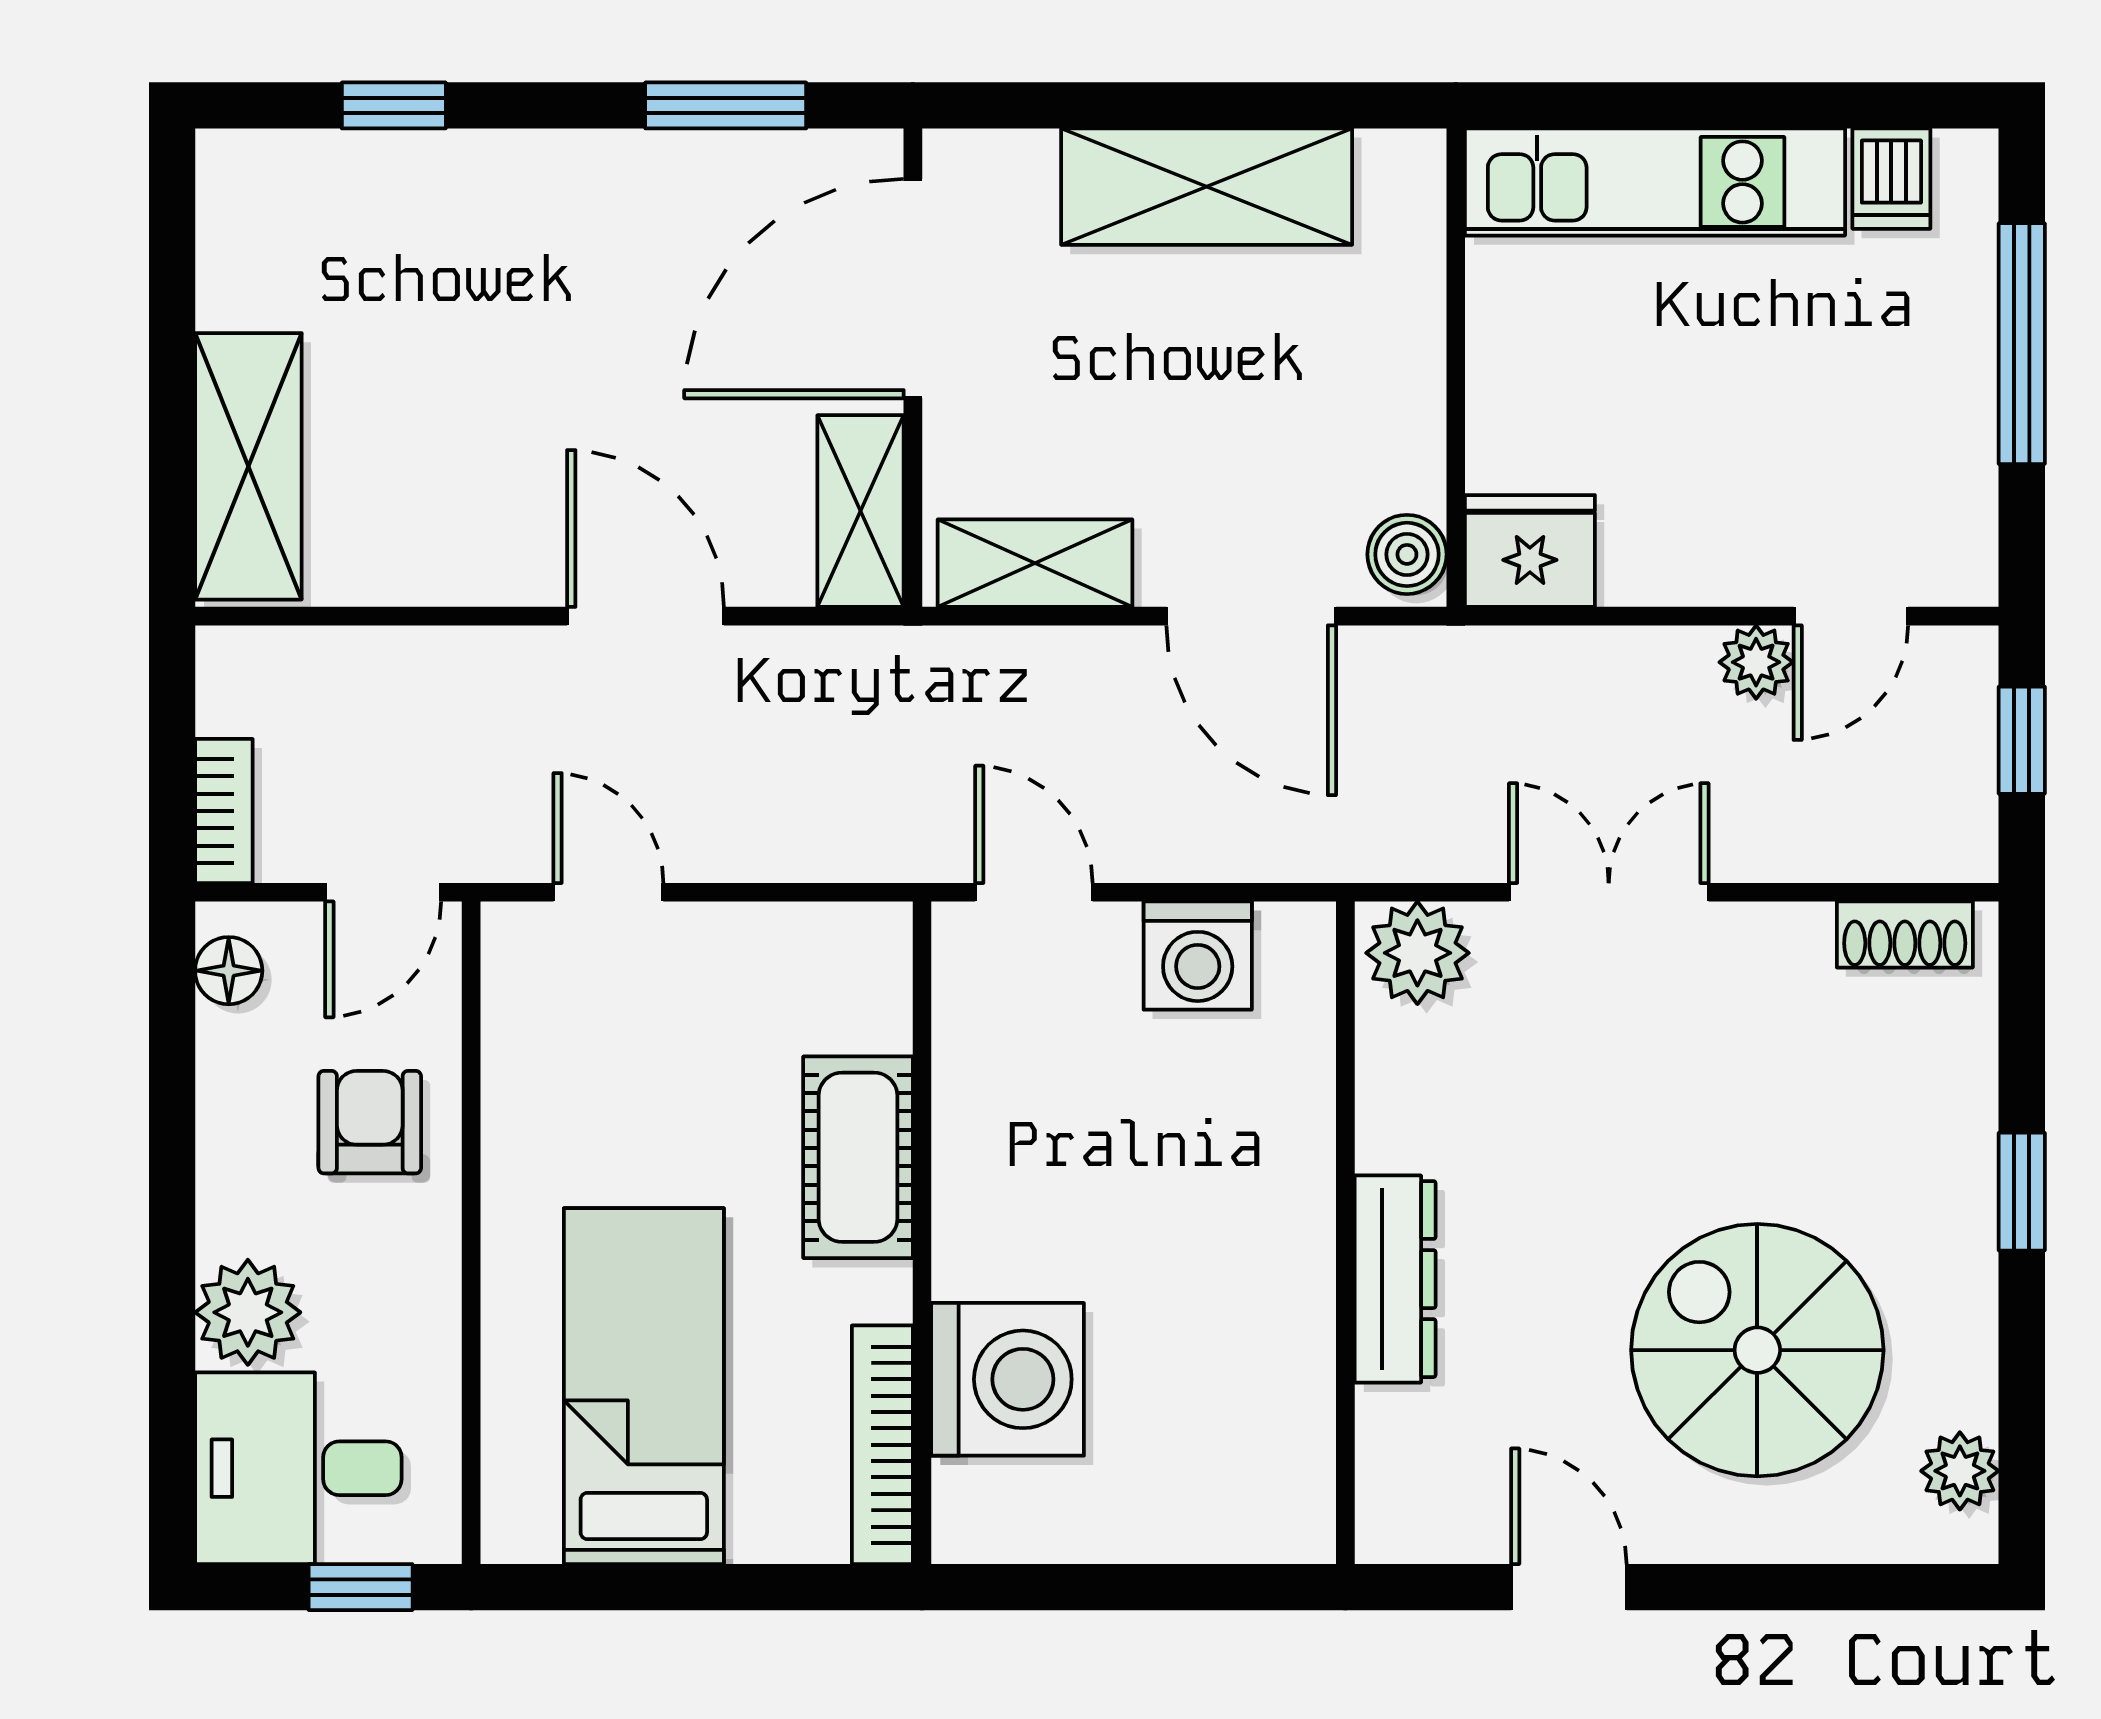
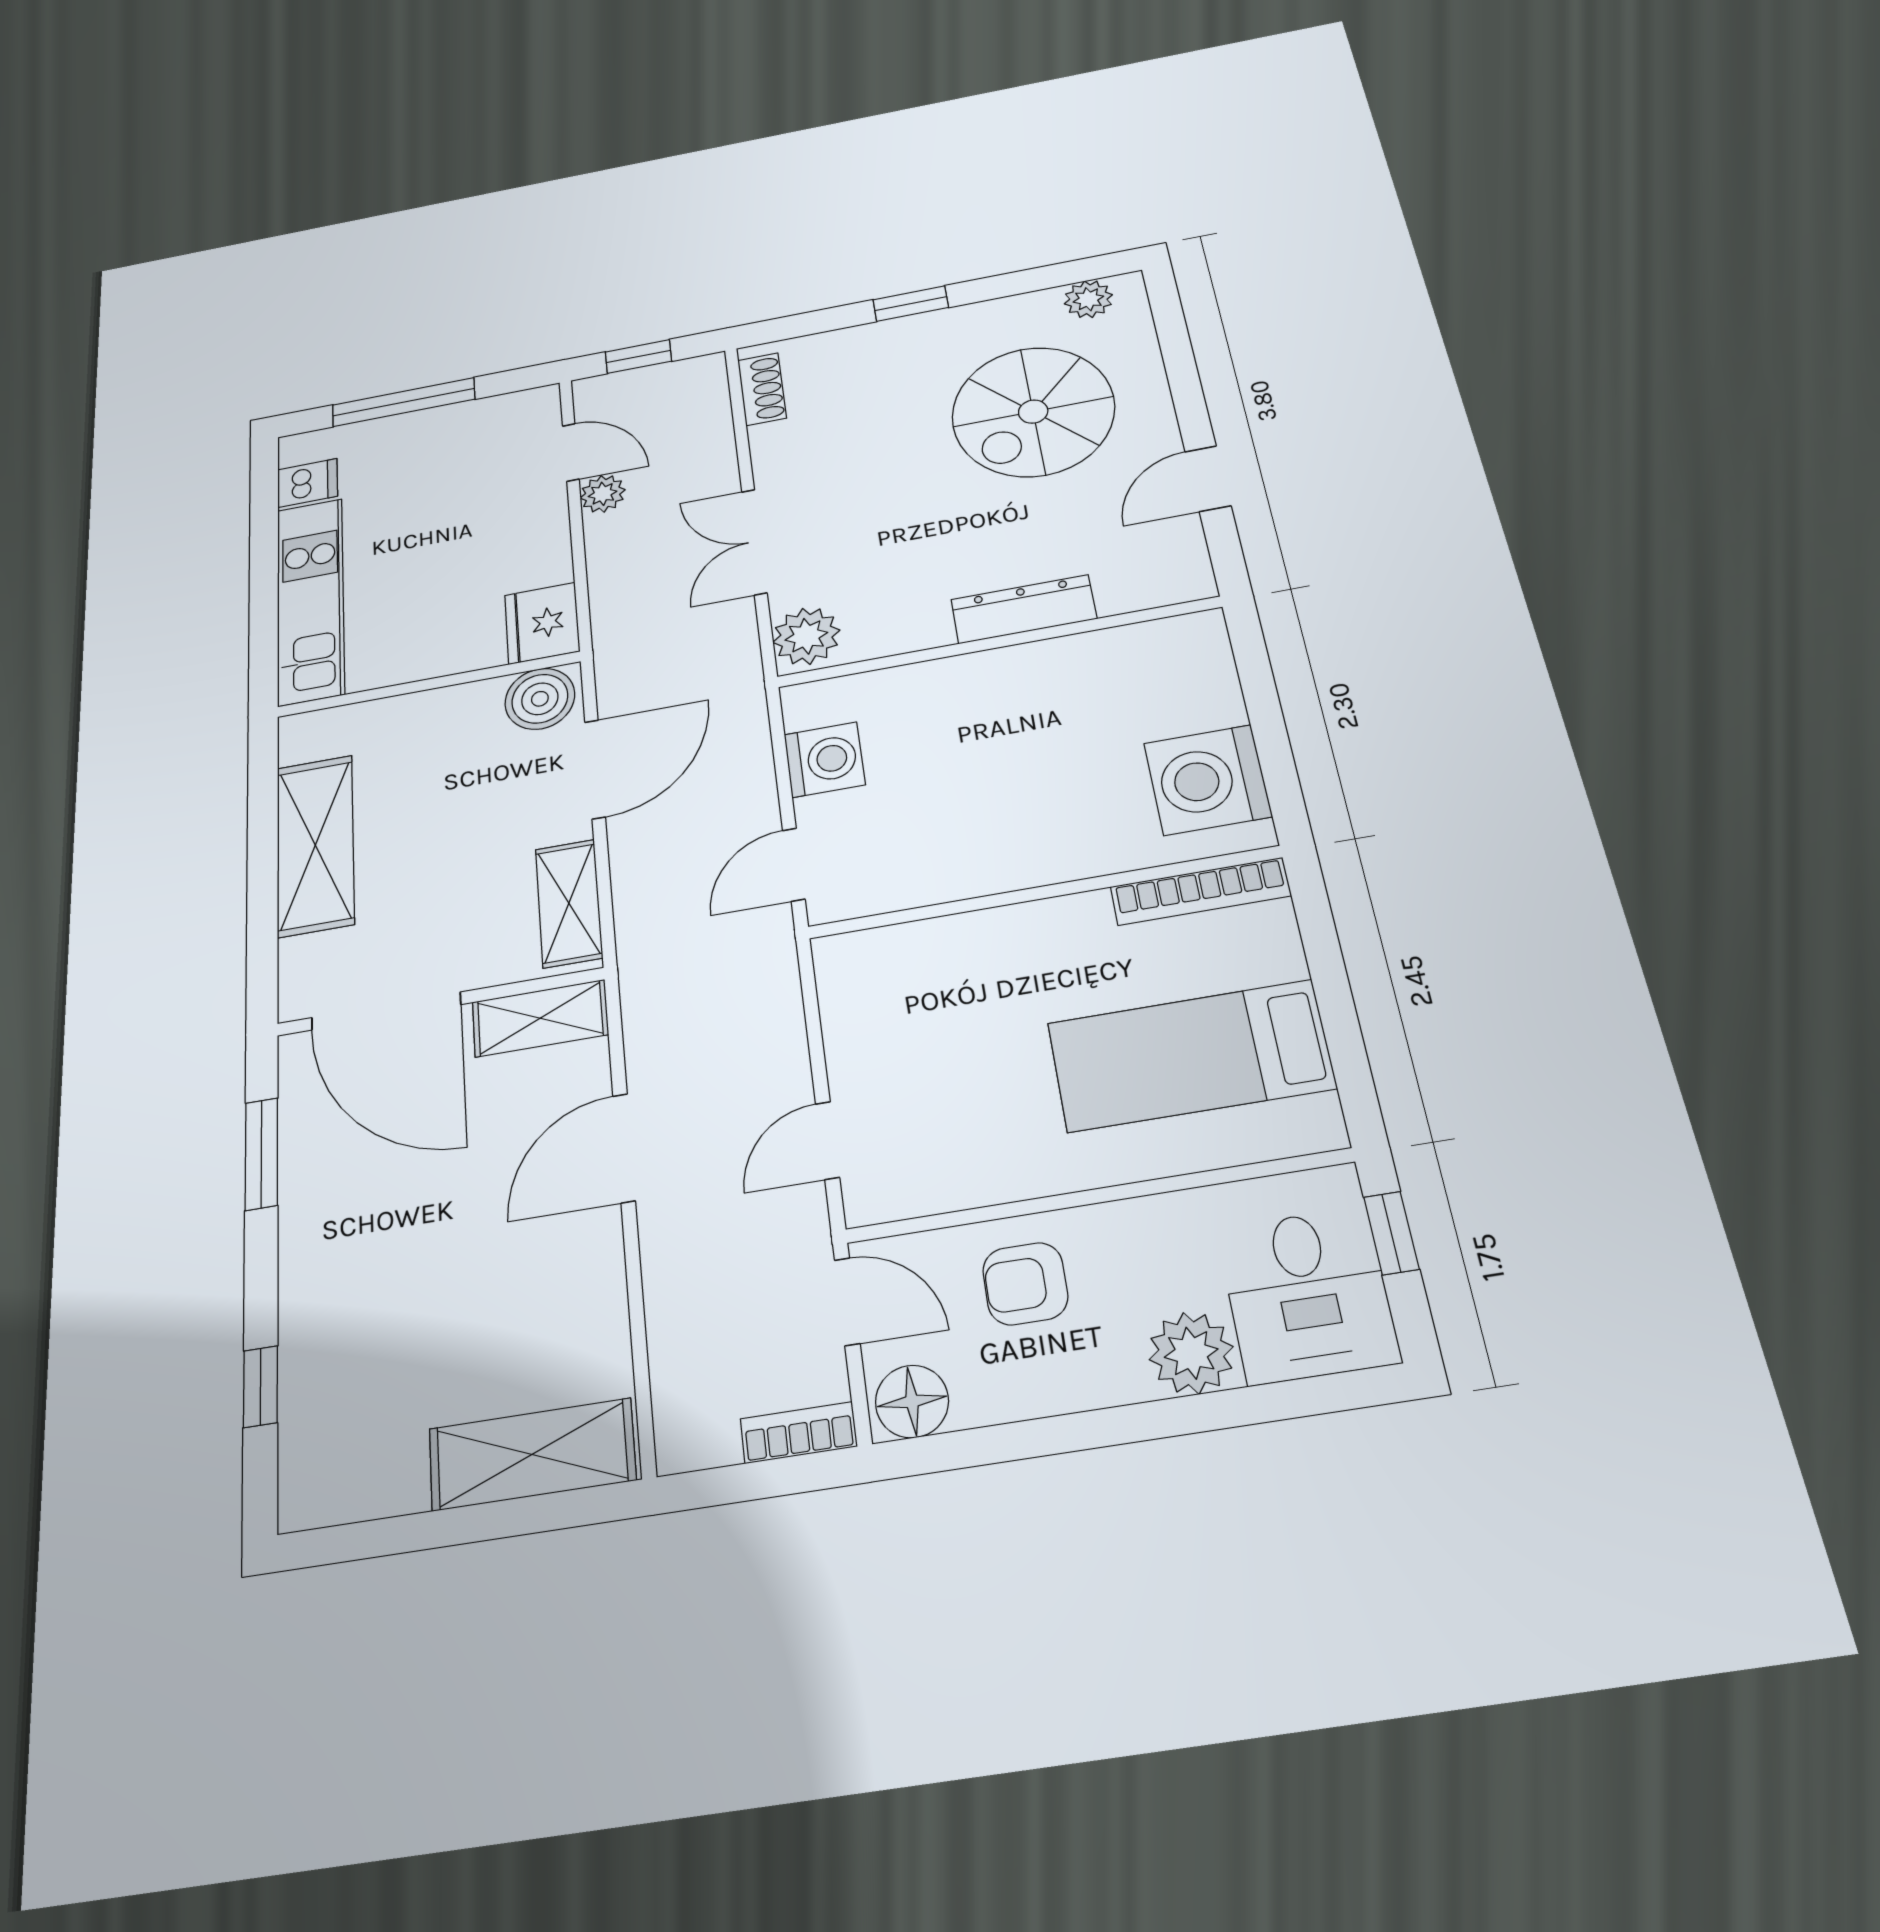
boiler: (1407, 554) -> (540, 699), width x1.36, depth x1.36
floor lamp: (229, 971) -> (912, 1401), width x1.37, depth x1.37
cot: (858, 1157) -> (996, 942), removed
washing machine: (1008, 1379) -> (1208, 780), moved, turned -90

